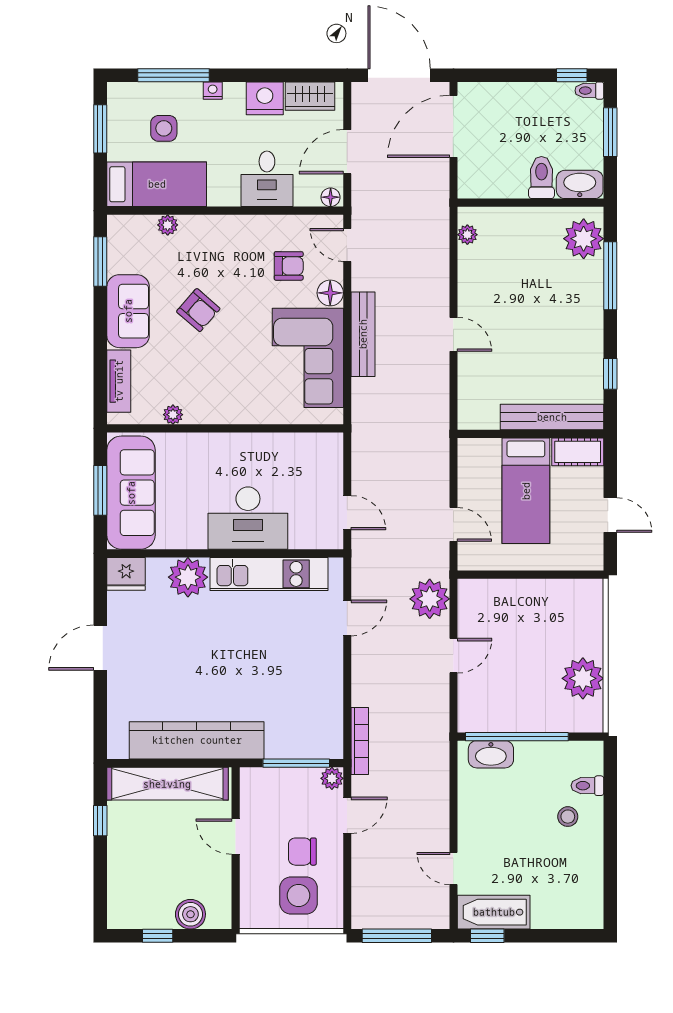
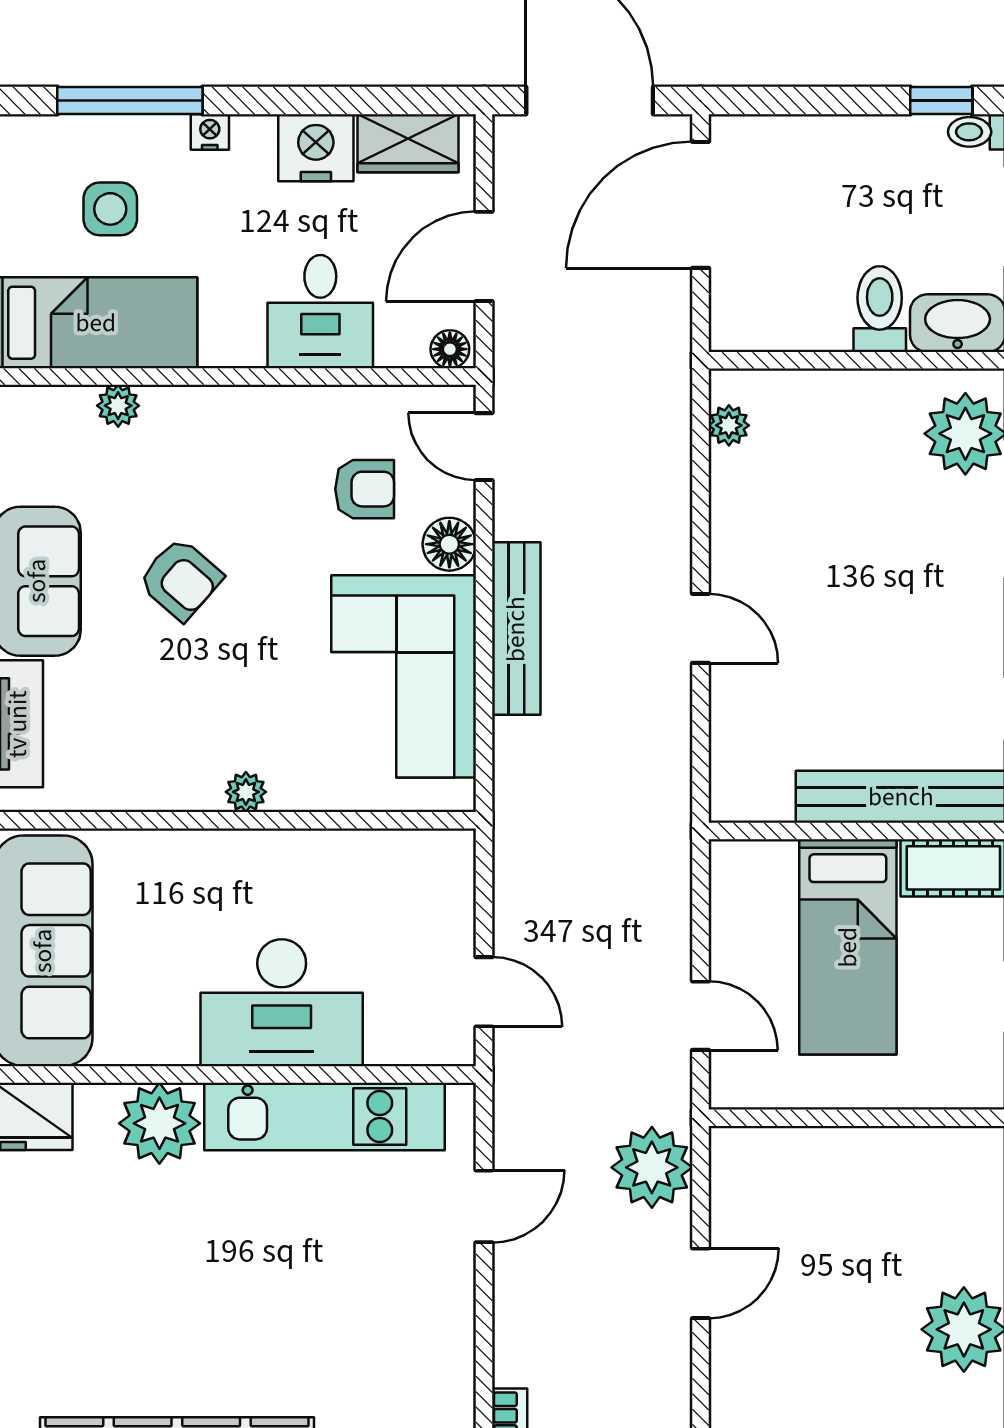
plant: (173, 415) -> (246, 792), moved

